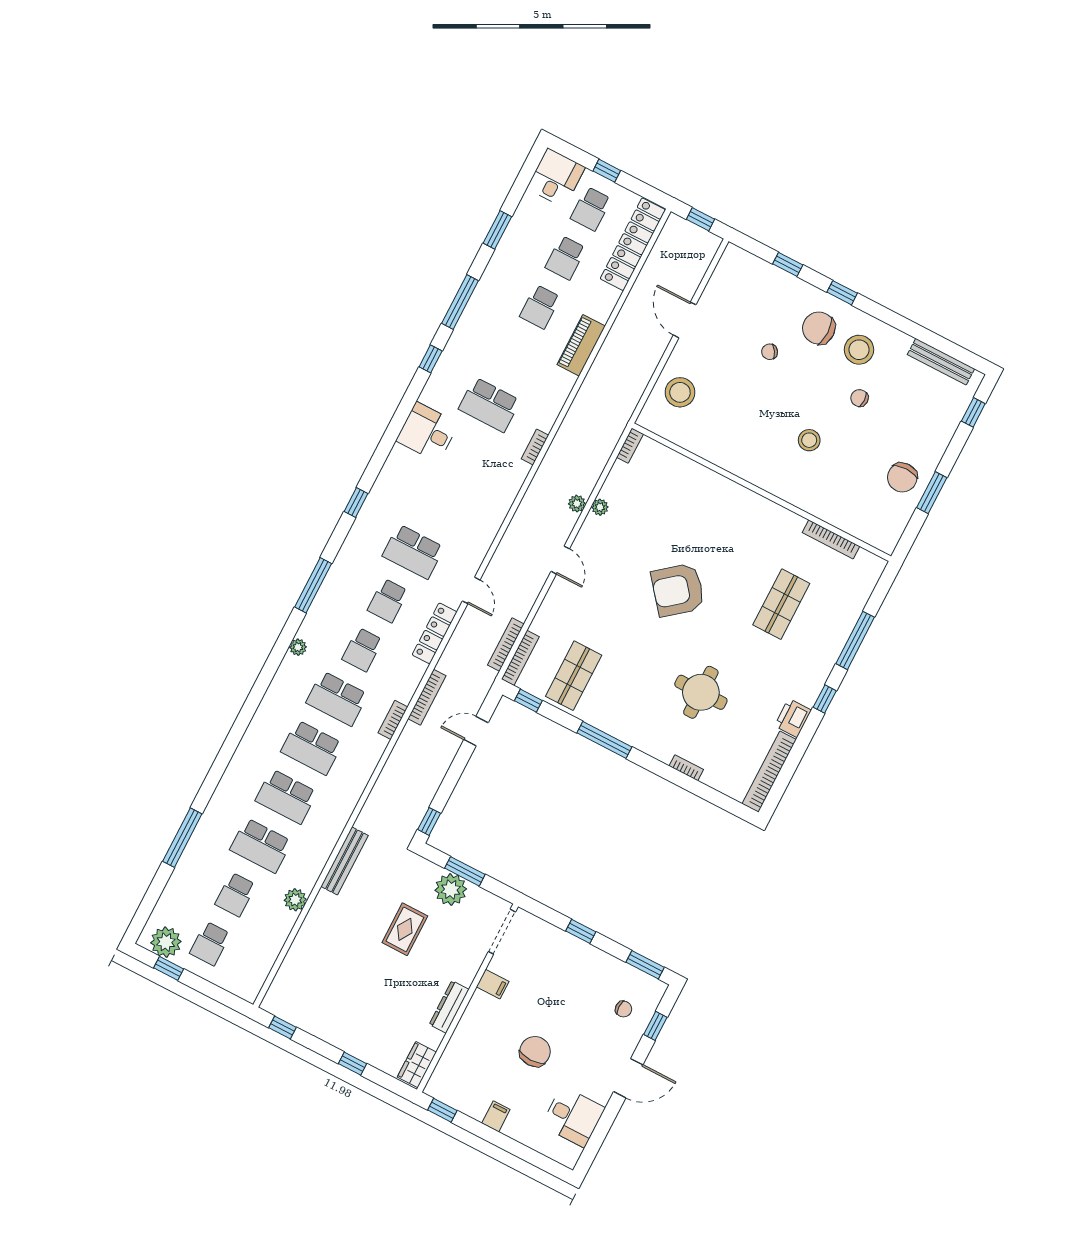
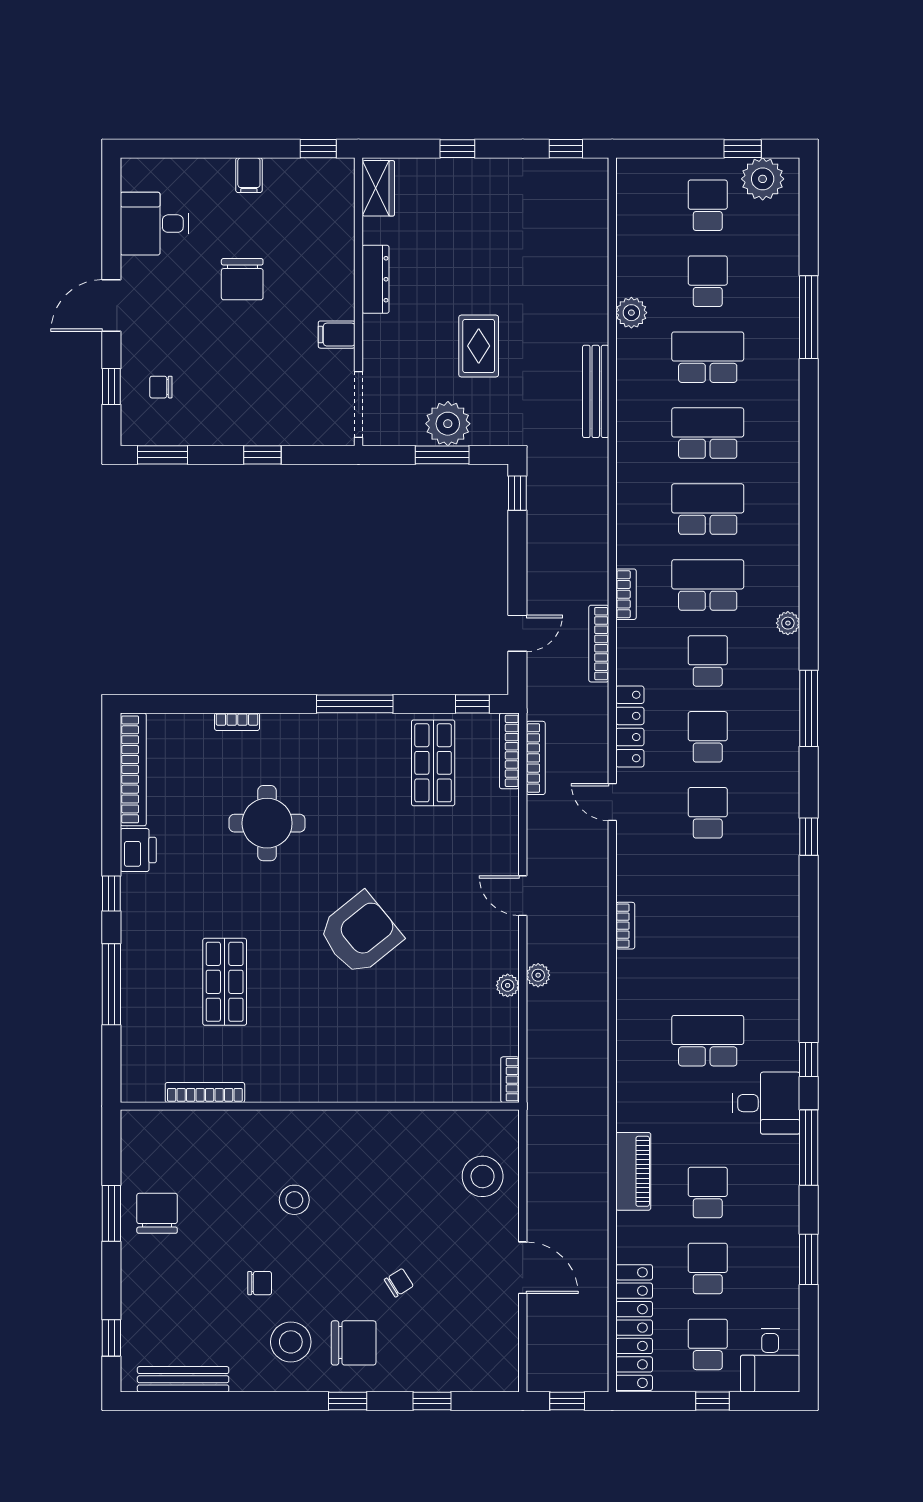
desk: (427, 432) -> (766, 1103), moved
bookcase: (535, 447) -> (625, 926), moved
school desk: (413, 552) -> (708, 813), width x0.54

